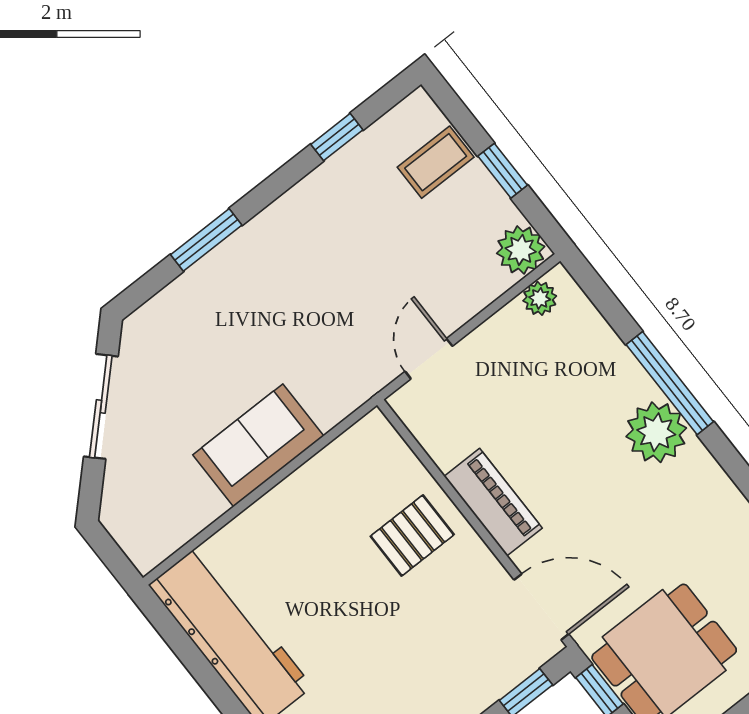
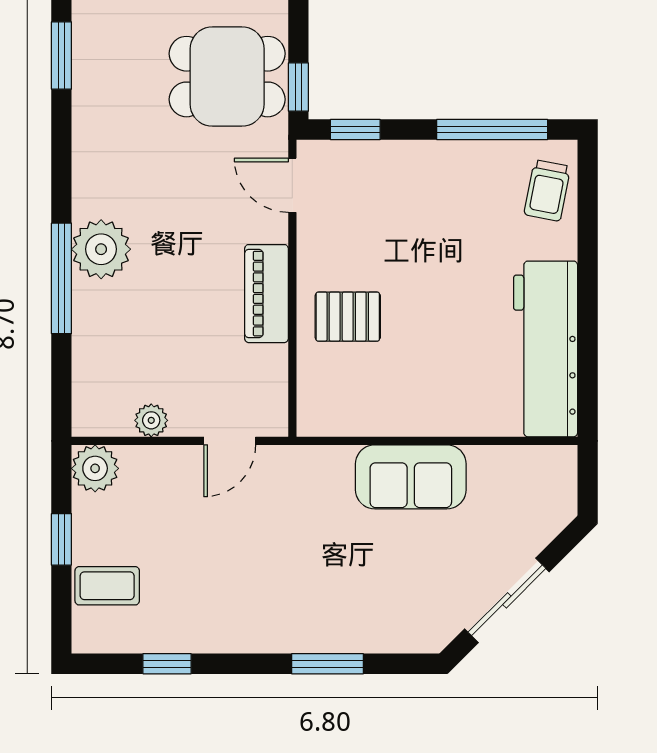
plant: (540, 298) -> (151, 420), moved
door: (541, 607) -> (292, 185), width x0.73

